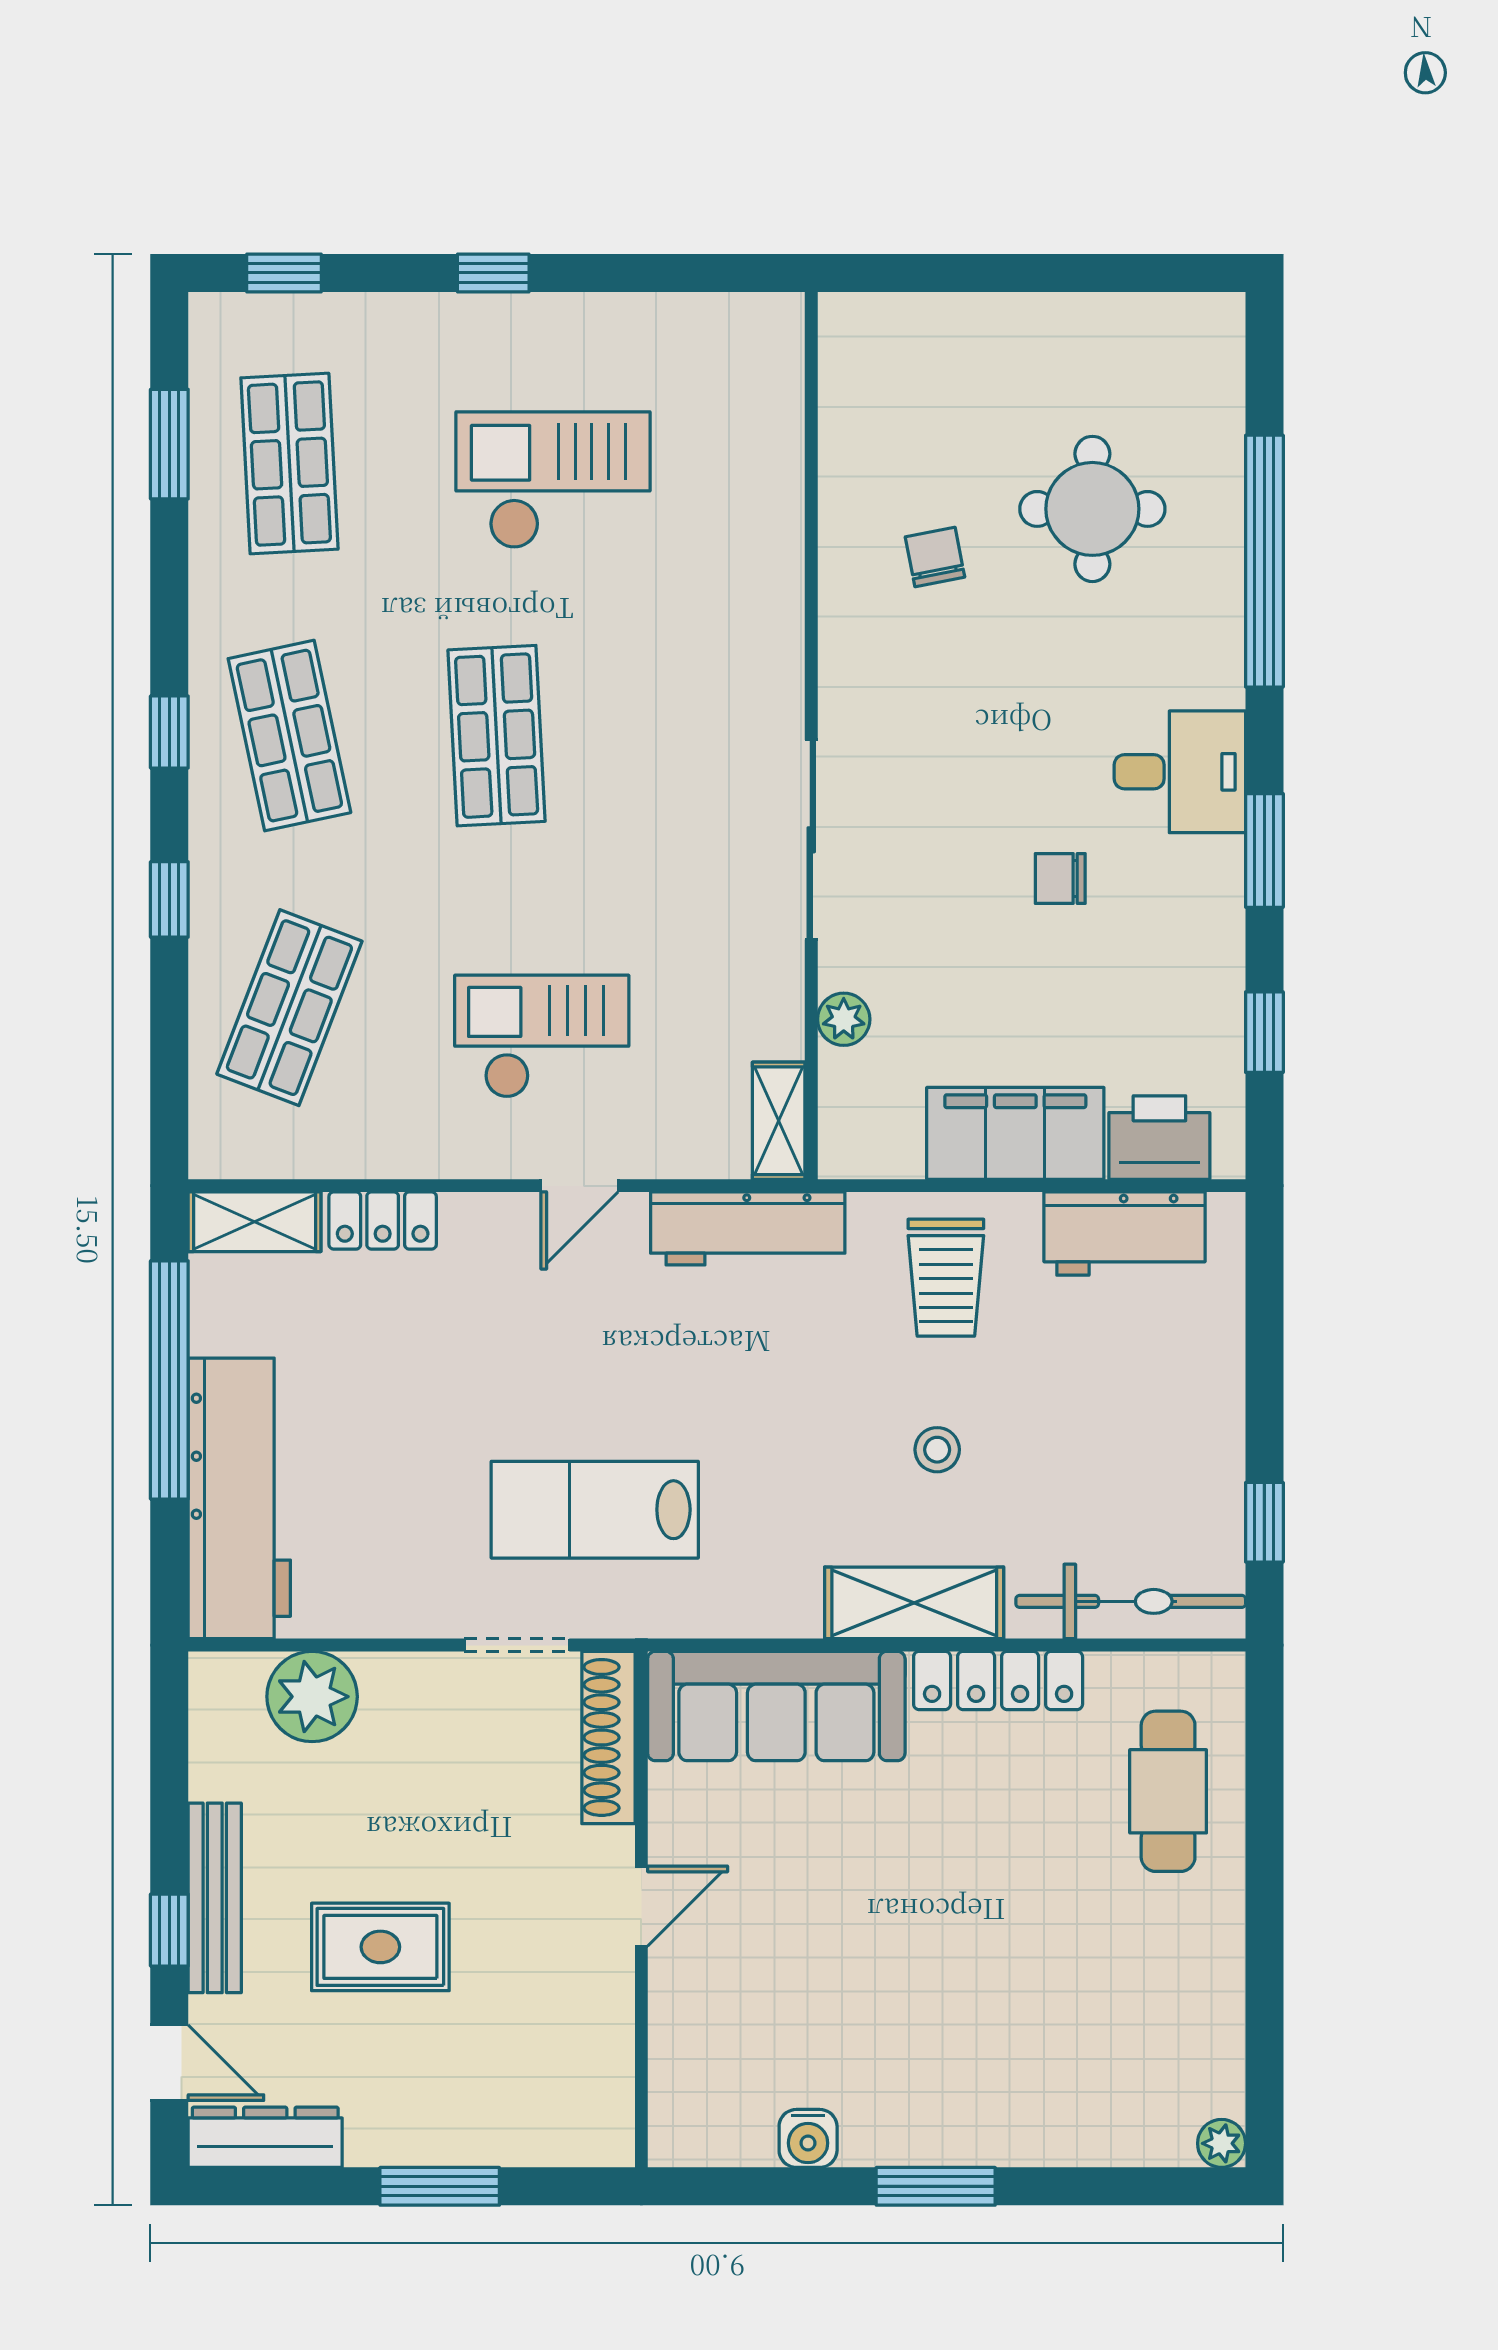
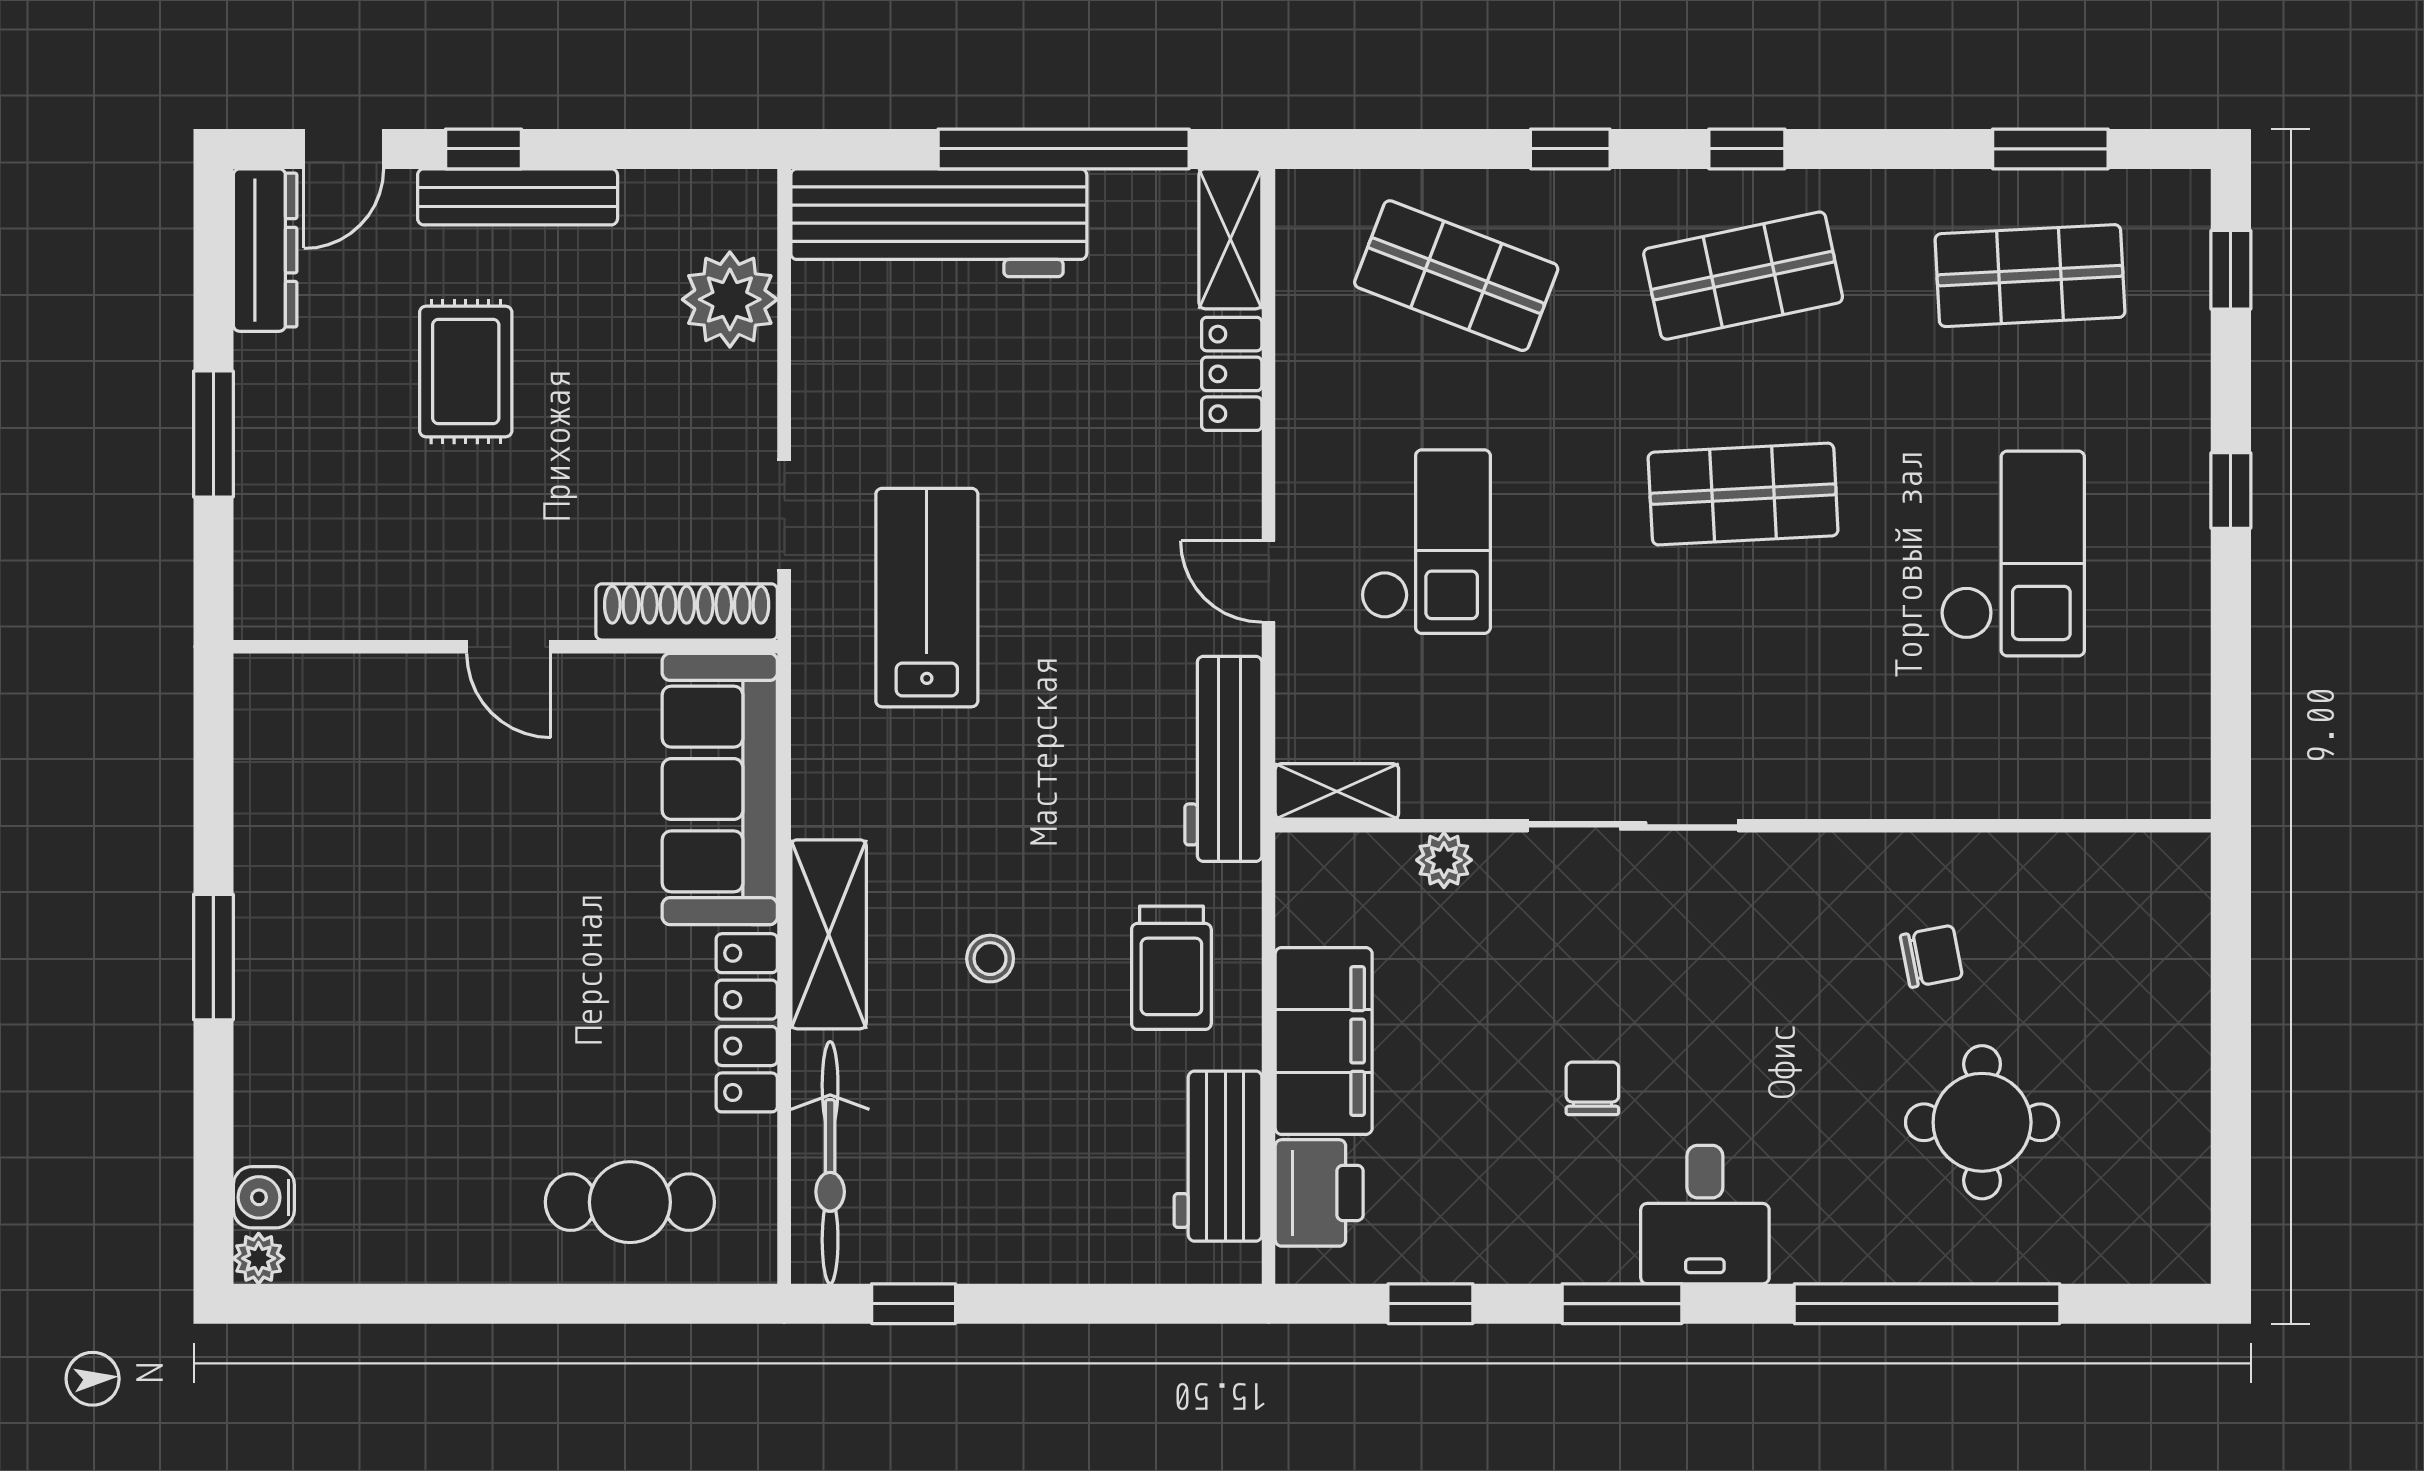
trolley: (946, 1278) -> (1171, 968), turned -90
water cooler: (808, 2138) -> (264, 1197), moved

